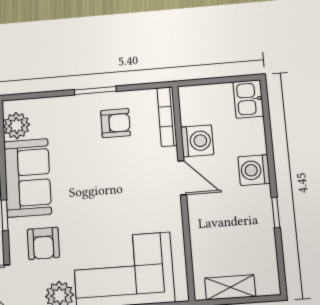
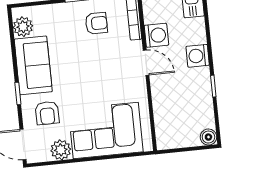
boiler: (268, 284) -> (208, 137), added
shelving: (230, 287) -> (182, 140), removed

